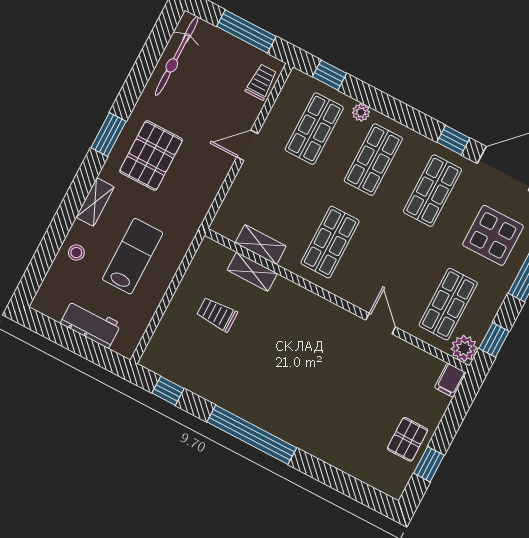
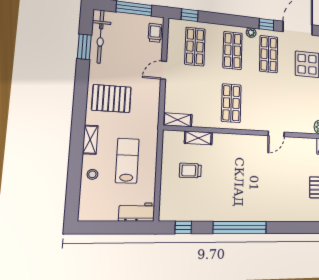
plant: (361, 112) -> (251, 33), moved
window: (109, 135) -> (84, 47), moved
pallet: (151, 156) -> (111, 99), turned 90
shelving: (261, 245) -> (178, 120), moved
shop shelf: (448, 304) -> (303, 108), removed
door: (381, 323) -> (276, 134), swing flipped
workbench: (91, 324) -> (137, 212), moved

